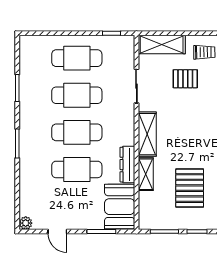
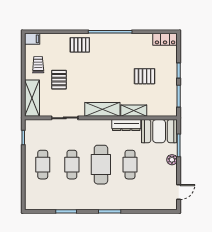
cafe table: (77, 58) -> (43, 165), width x0.73, depth x0.74
cafe table: (77, 95) -> (72, 165), width x0.73, depth x0.74
cafe table: (77, 169) -> (130, 165), width x0.73, depth x0.74
pallet: (190, 188) -> (145, 76), width x0.67, depth x0.71
plant: (26, 223) -> (172, 160), moved
door: (57, 232) -> (179, 192), moved

